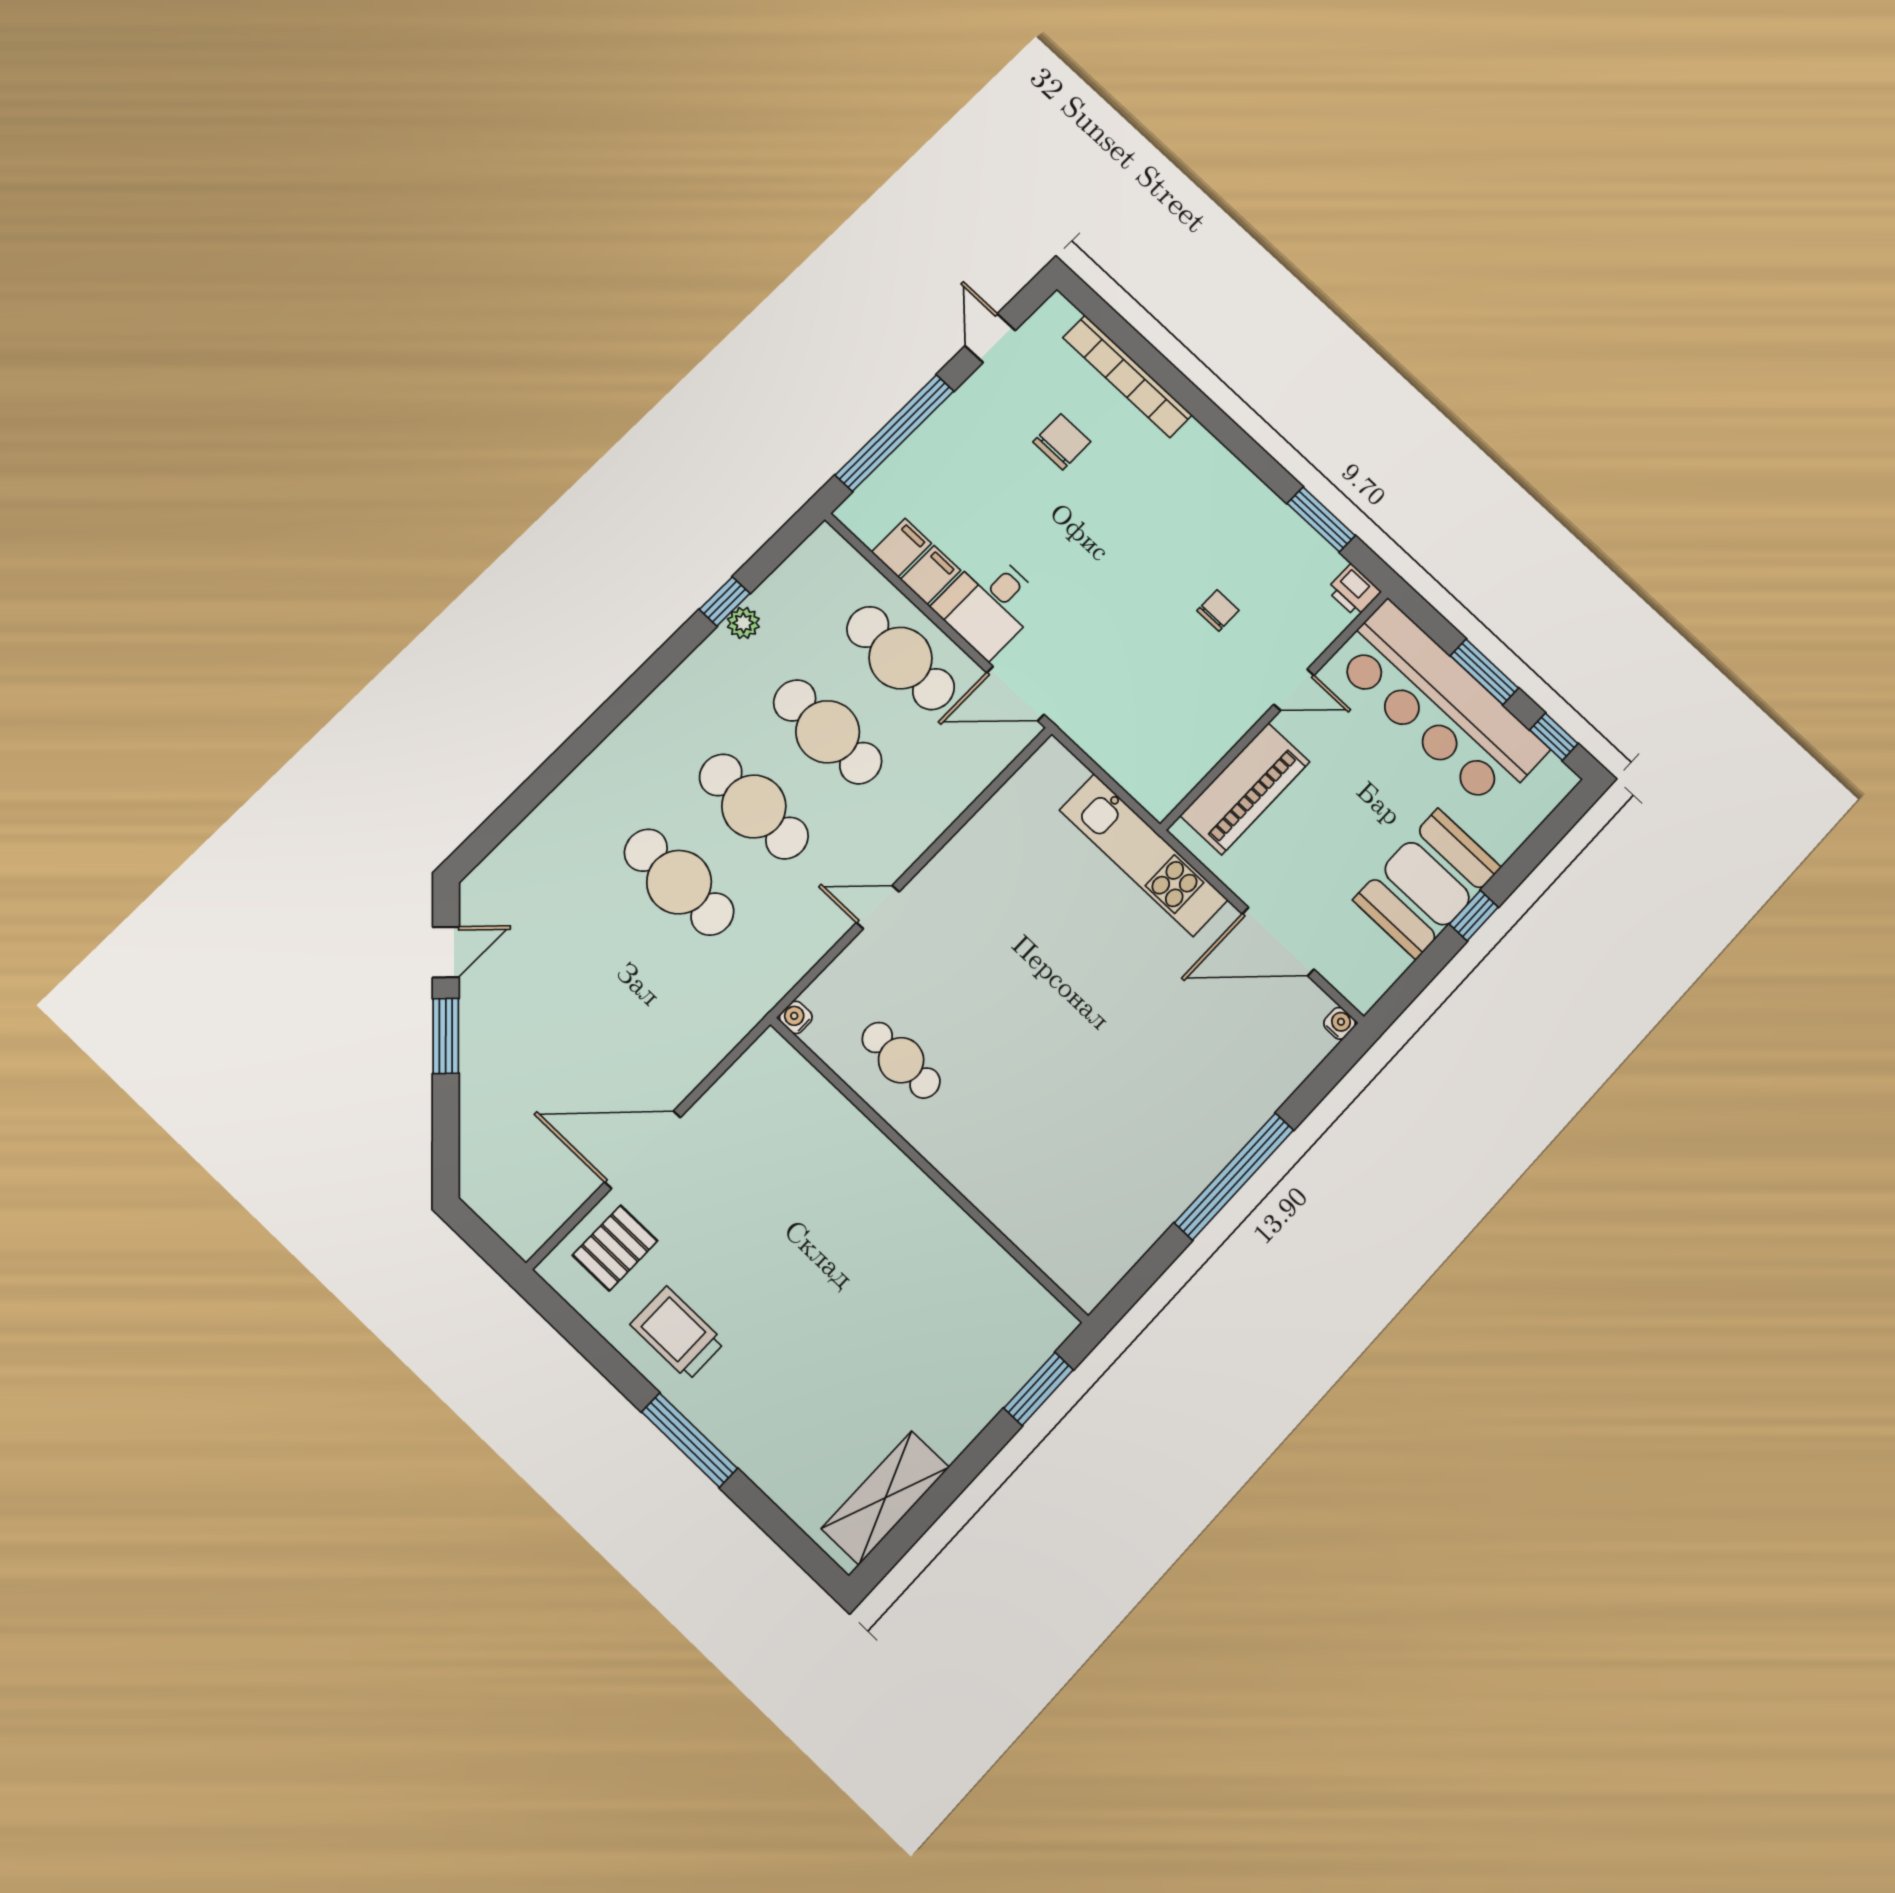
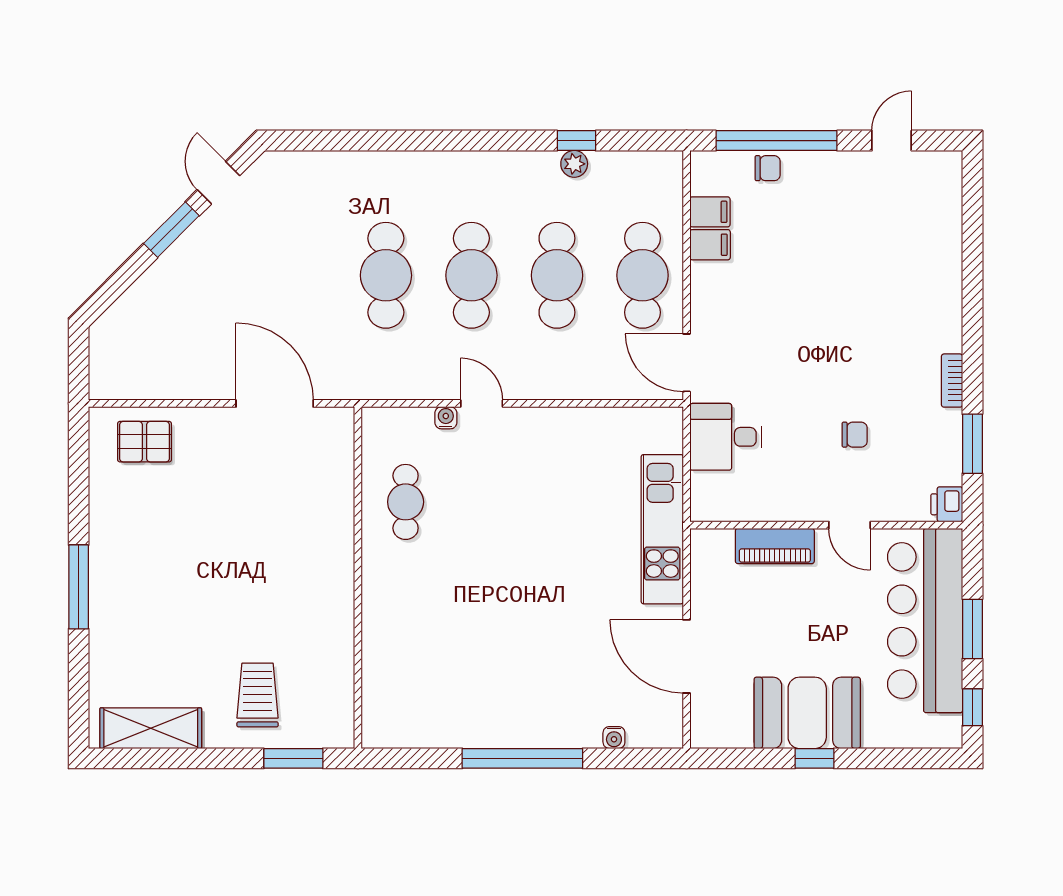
bookcase: (1127, 376) -> (952, 381), moved, width x0.43, depth x0.76
chair: (1062, 442) -> (768, 168), moved, width x0.73, depth x0.73
desk: (989, 604) -> (726, 437), moved
piano: (1245, 789) -> (775, 546), width x0.73, depth x0.75
door: (446, 952) -> (218, 183), swing flipped
water cooler: (796, 1017) -> (446, 418), moved
water cooler: (1340, 1023) -> (614, 738), moved, turned 90
door: (643, 1150) -> (275, 403), moved
trolley: (678, 1333) -> (258, 695), moved

